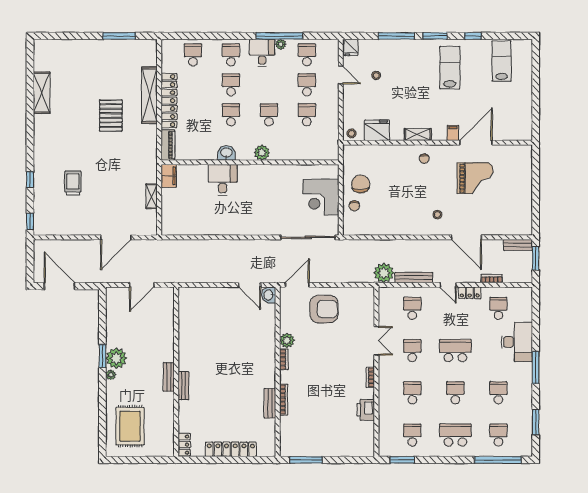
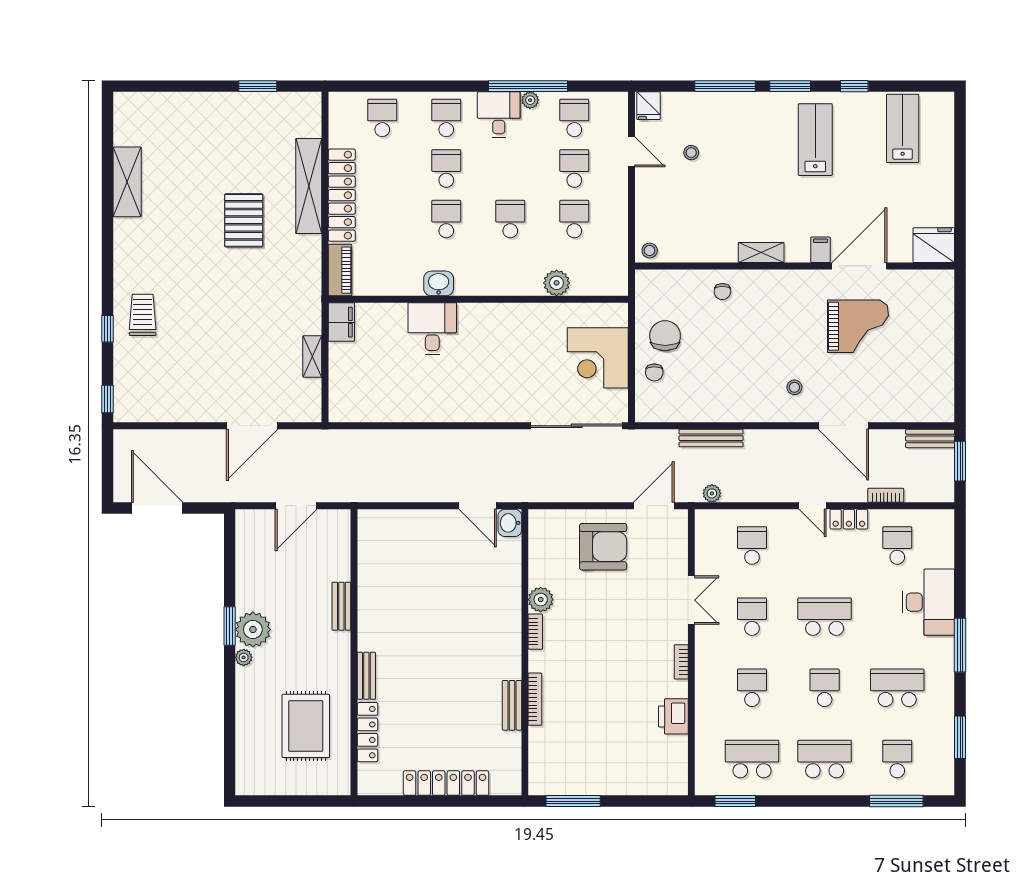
window: (119, 36) -> (258, 86), width x0.69
fridge: (377, 130) -> (934, 245), moved
plant: (262, 153) -> (557, 283), moved
chair: (424, 159) -> (722, 292), moved
trolley: (73, 183) -> (143, 315), moved
plant: (384, 273) -> (712, 493), width x0.53, depth x0.53
bench: (414, 278) -> (711, 438), moved
door: (297, 285) -> (654, 506), moved
bench: (169, 377) -> (341, 606), moved
school desk: (498, 393) -> (897, 688), width x1.85
rug: (130, 426) -> (306, 726), moved
school desk: (412, 435) -> (752, 759), width x1.85
locker: (184, 445) -> (368, 732), moved, width x1.53
window: (498, 460) -> (896, 801), width x0.68

